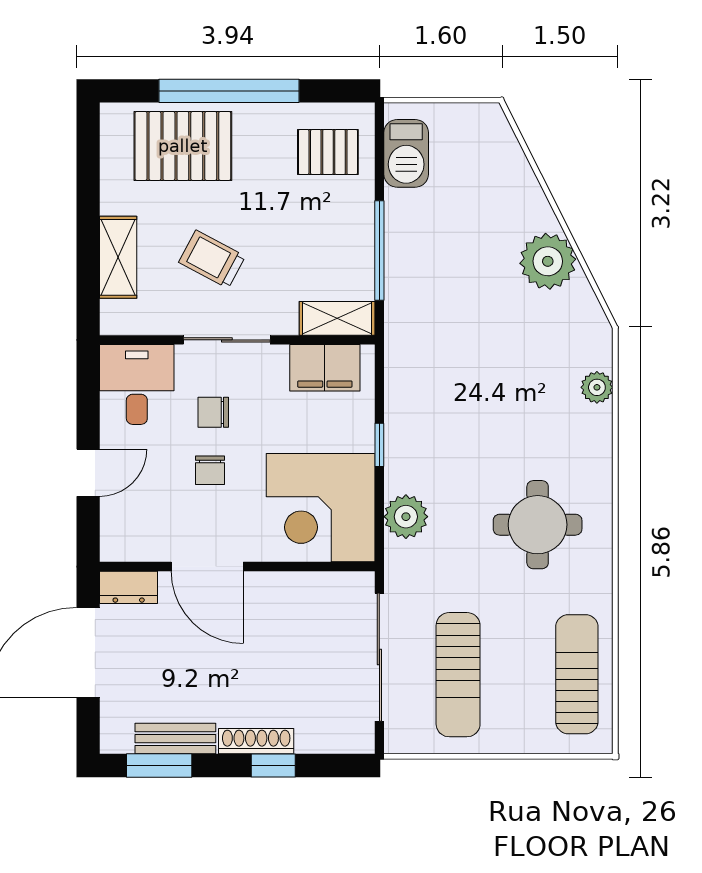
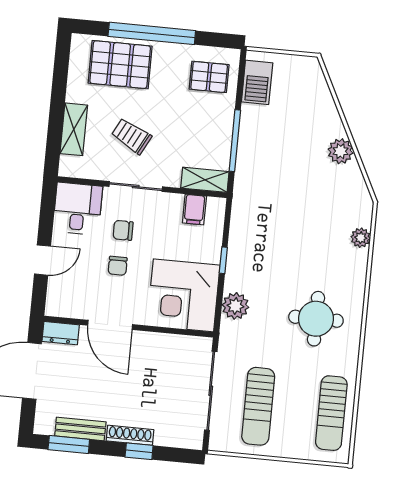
plant: (548, 261) -> (341, 151), width x0.73, depth x0.73
filing cabinet: (325, 368) -> (194, 210), width x0.50
sun lounger: (577, 674) -> (331, 413), turned 180

